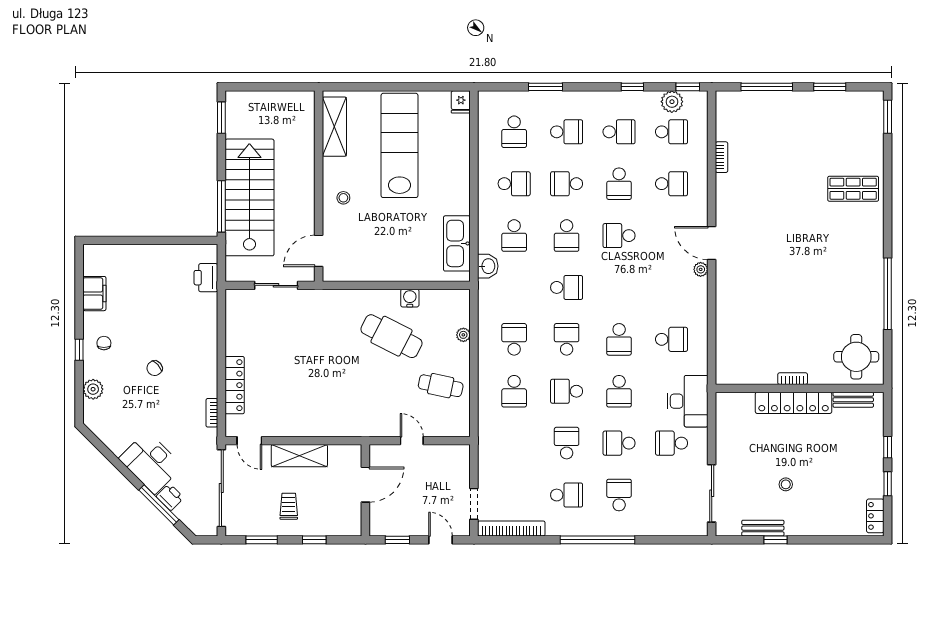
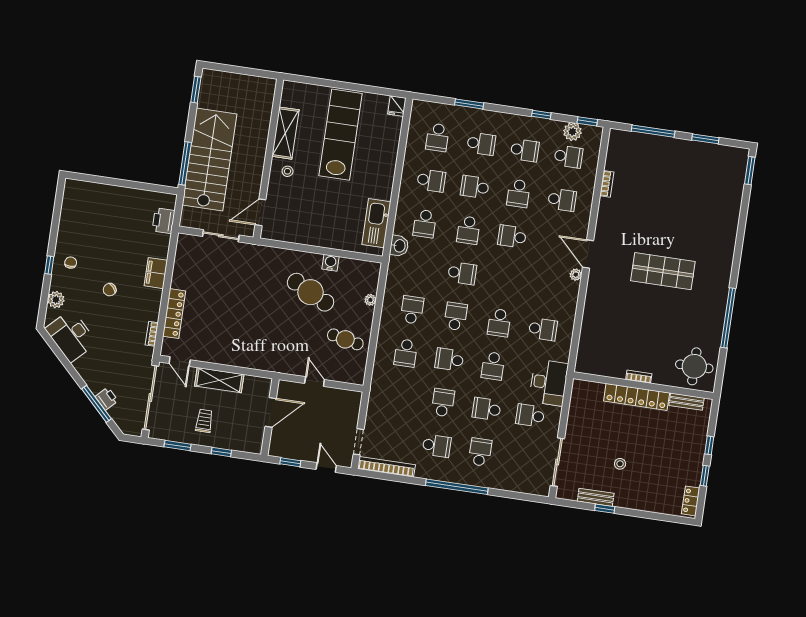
shelving: (334, 127) -> (285, 133), moved
shop shelf: (853, 189) -> (663, 271), moved, width x1.43, depth x1.36
filing cabinet: (94, 294) -> (156, 273), moved, turned 180
desk: (151, 462) -> (71, 336), moved

